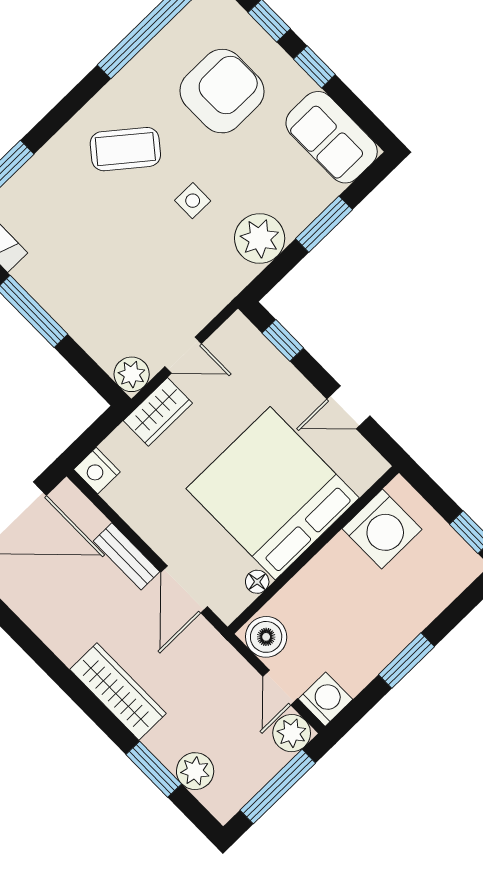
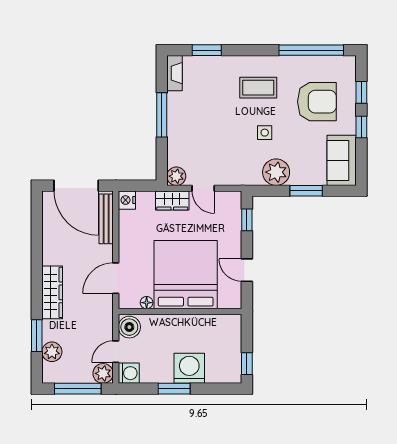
coffee table: (125, 149) -> (258, 88), turned -39
washing machine: (382, 529) -> (189, 368), moved, turned 180
bench: (127, 556) -> (106, 219), moved, width x1.36

